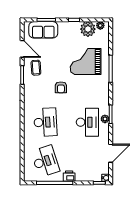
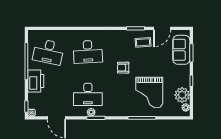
grand piano: (86, 61) -> (149, 93), turned 180
desk: (45, 161) -> (48, 52), turned 30
printer: (69, 176) -> (36, 81), width x1.87, depth x1.48

